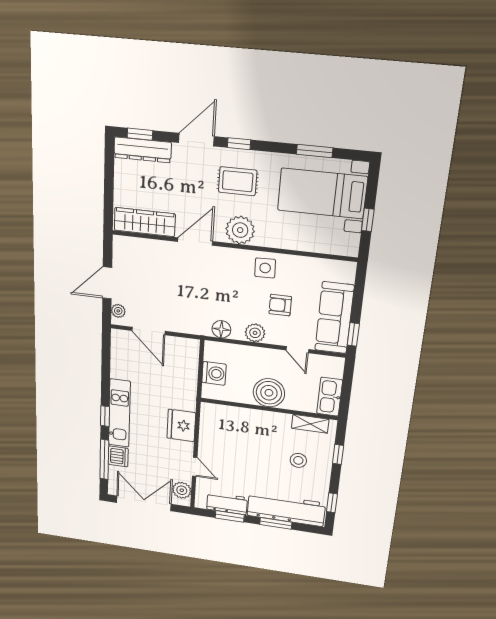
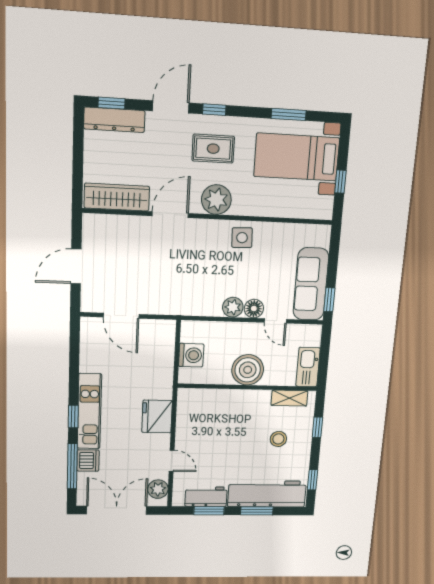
armchair: (280, 305) -> (258, 275), removed
plant: (118, 311) -> (88, 297), removed
floor lamp: (221, 329) -> (254, 309), moved

